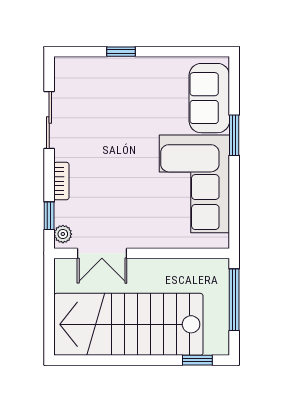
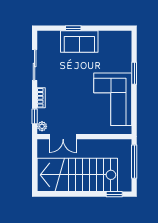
sofa: (209, 98) -> (79, 42), moved, turned -90

